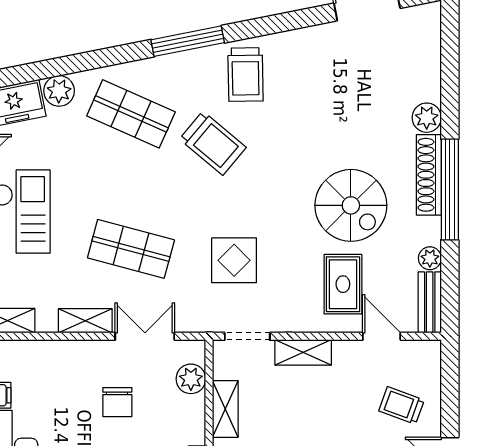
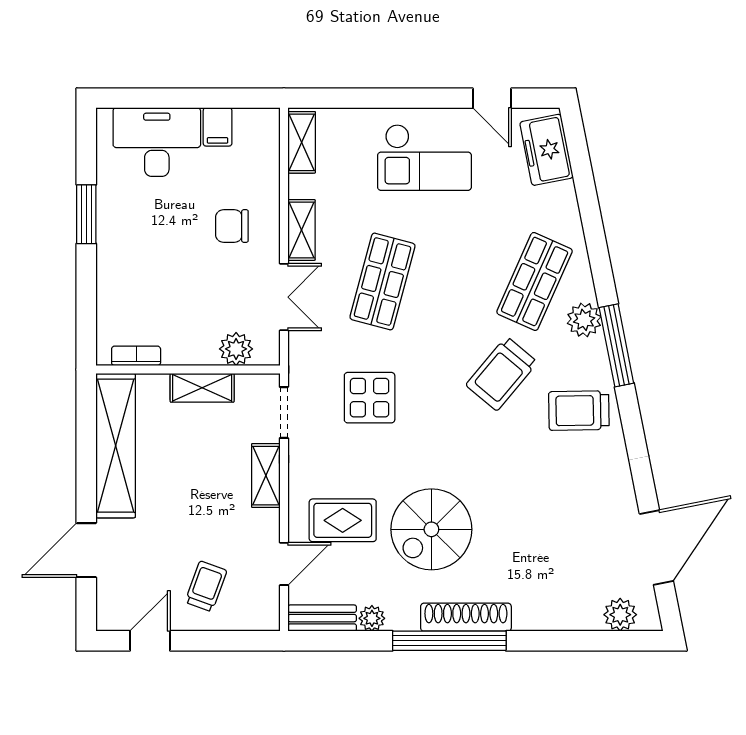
plant: (59, 91) -> (584, 320), moved
plant: (427, 118) -> (620, 615), moved
chair: (117, 402) -> (232, 226), moved

